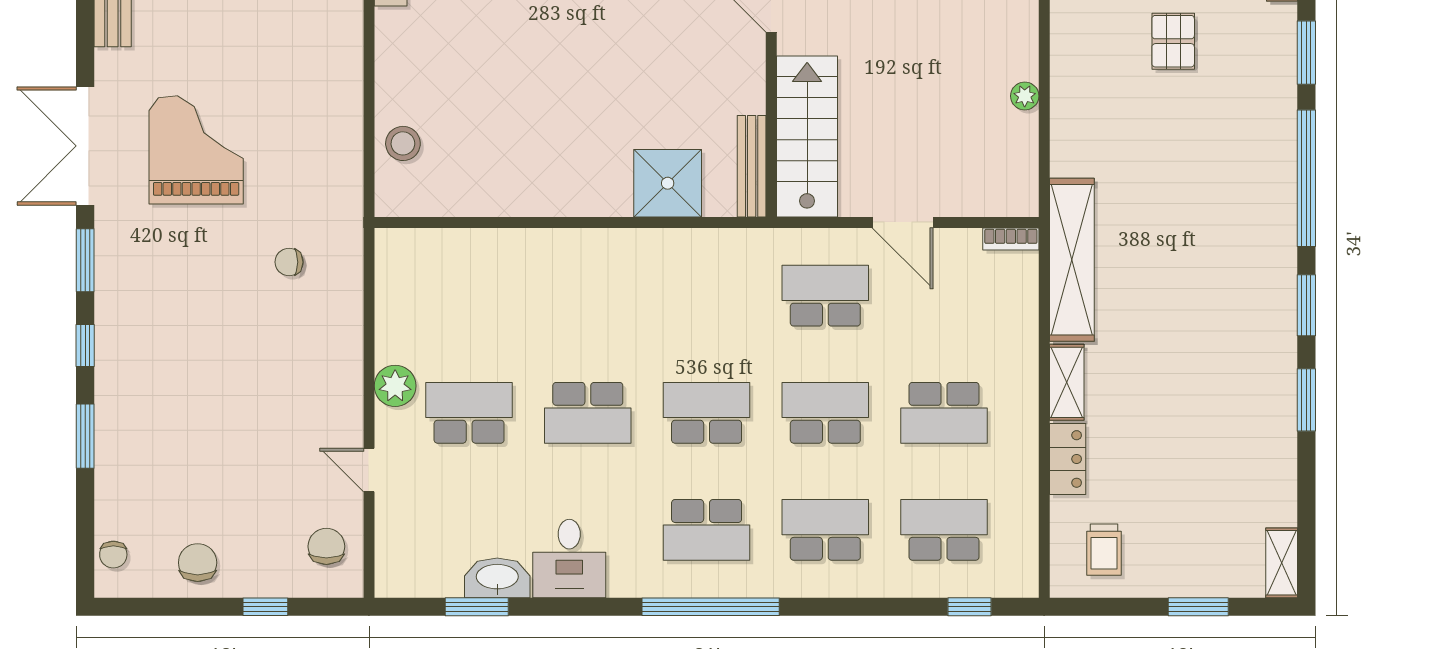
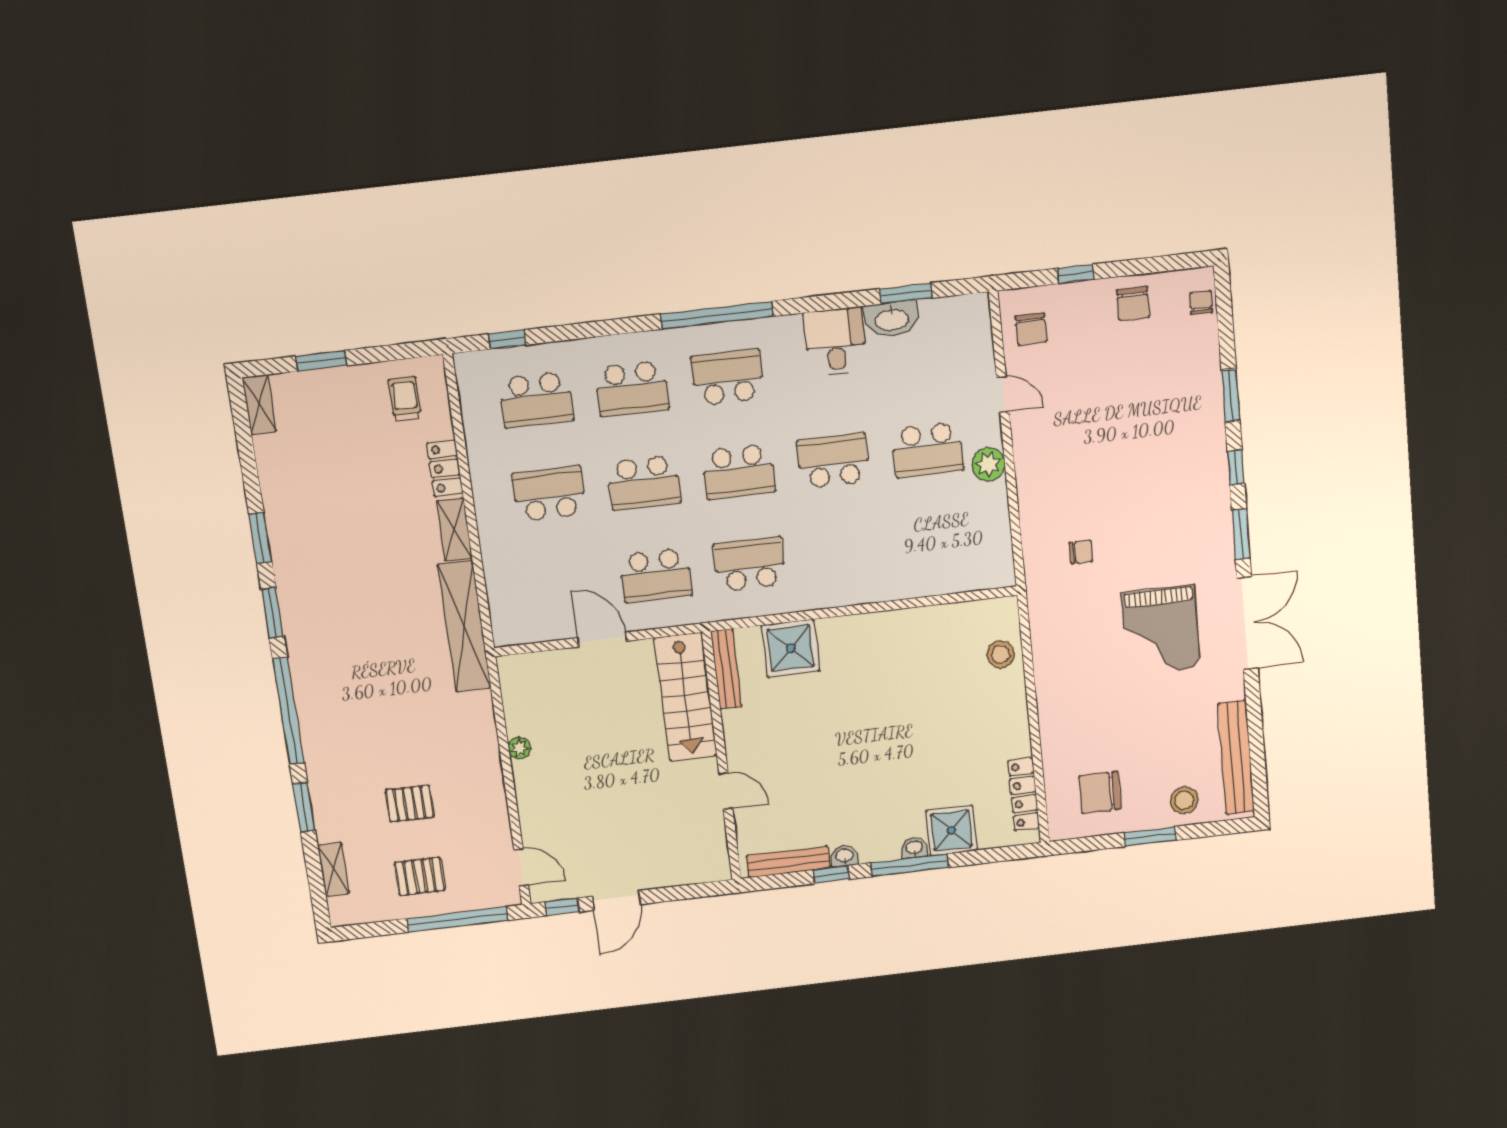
pallet: (1173, 41) -> (410, 803), turned 90
bookcase: (1011, 239) -> (515, 637), removed
school desk: (707, 296) -> (750, 564), added

